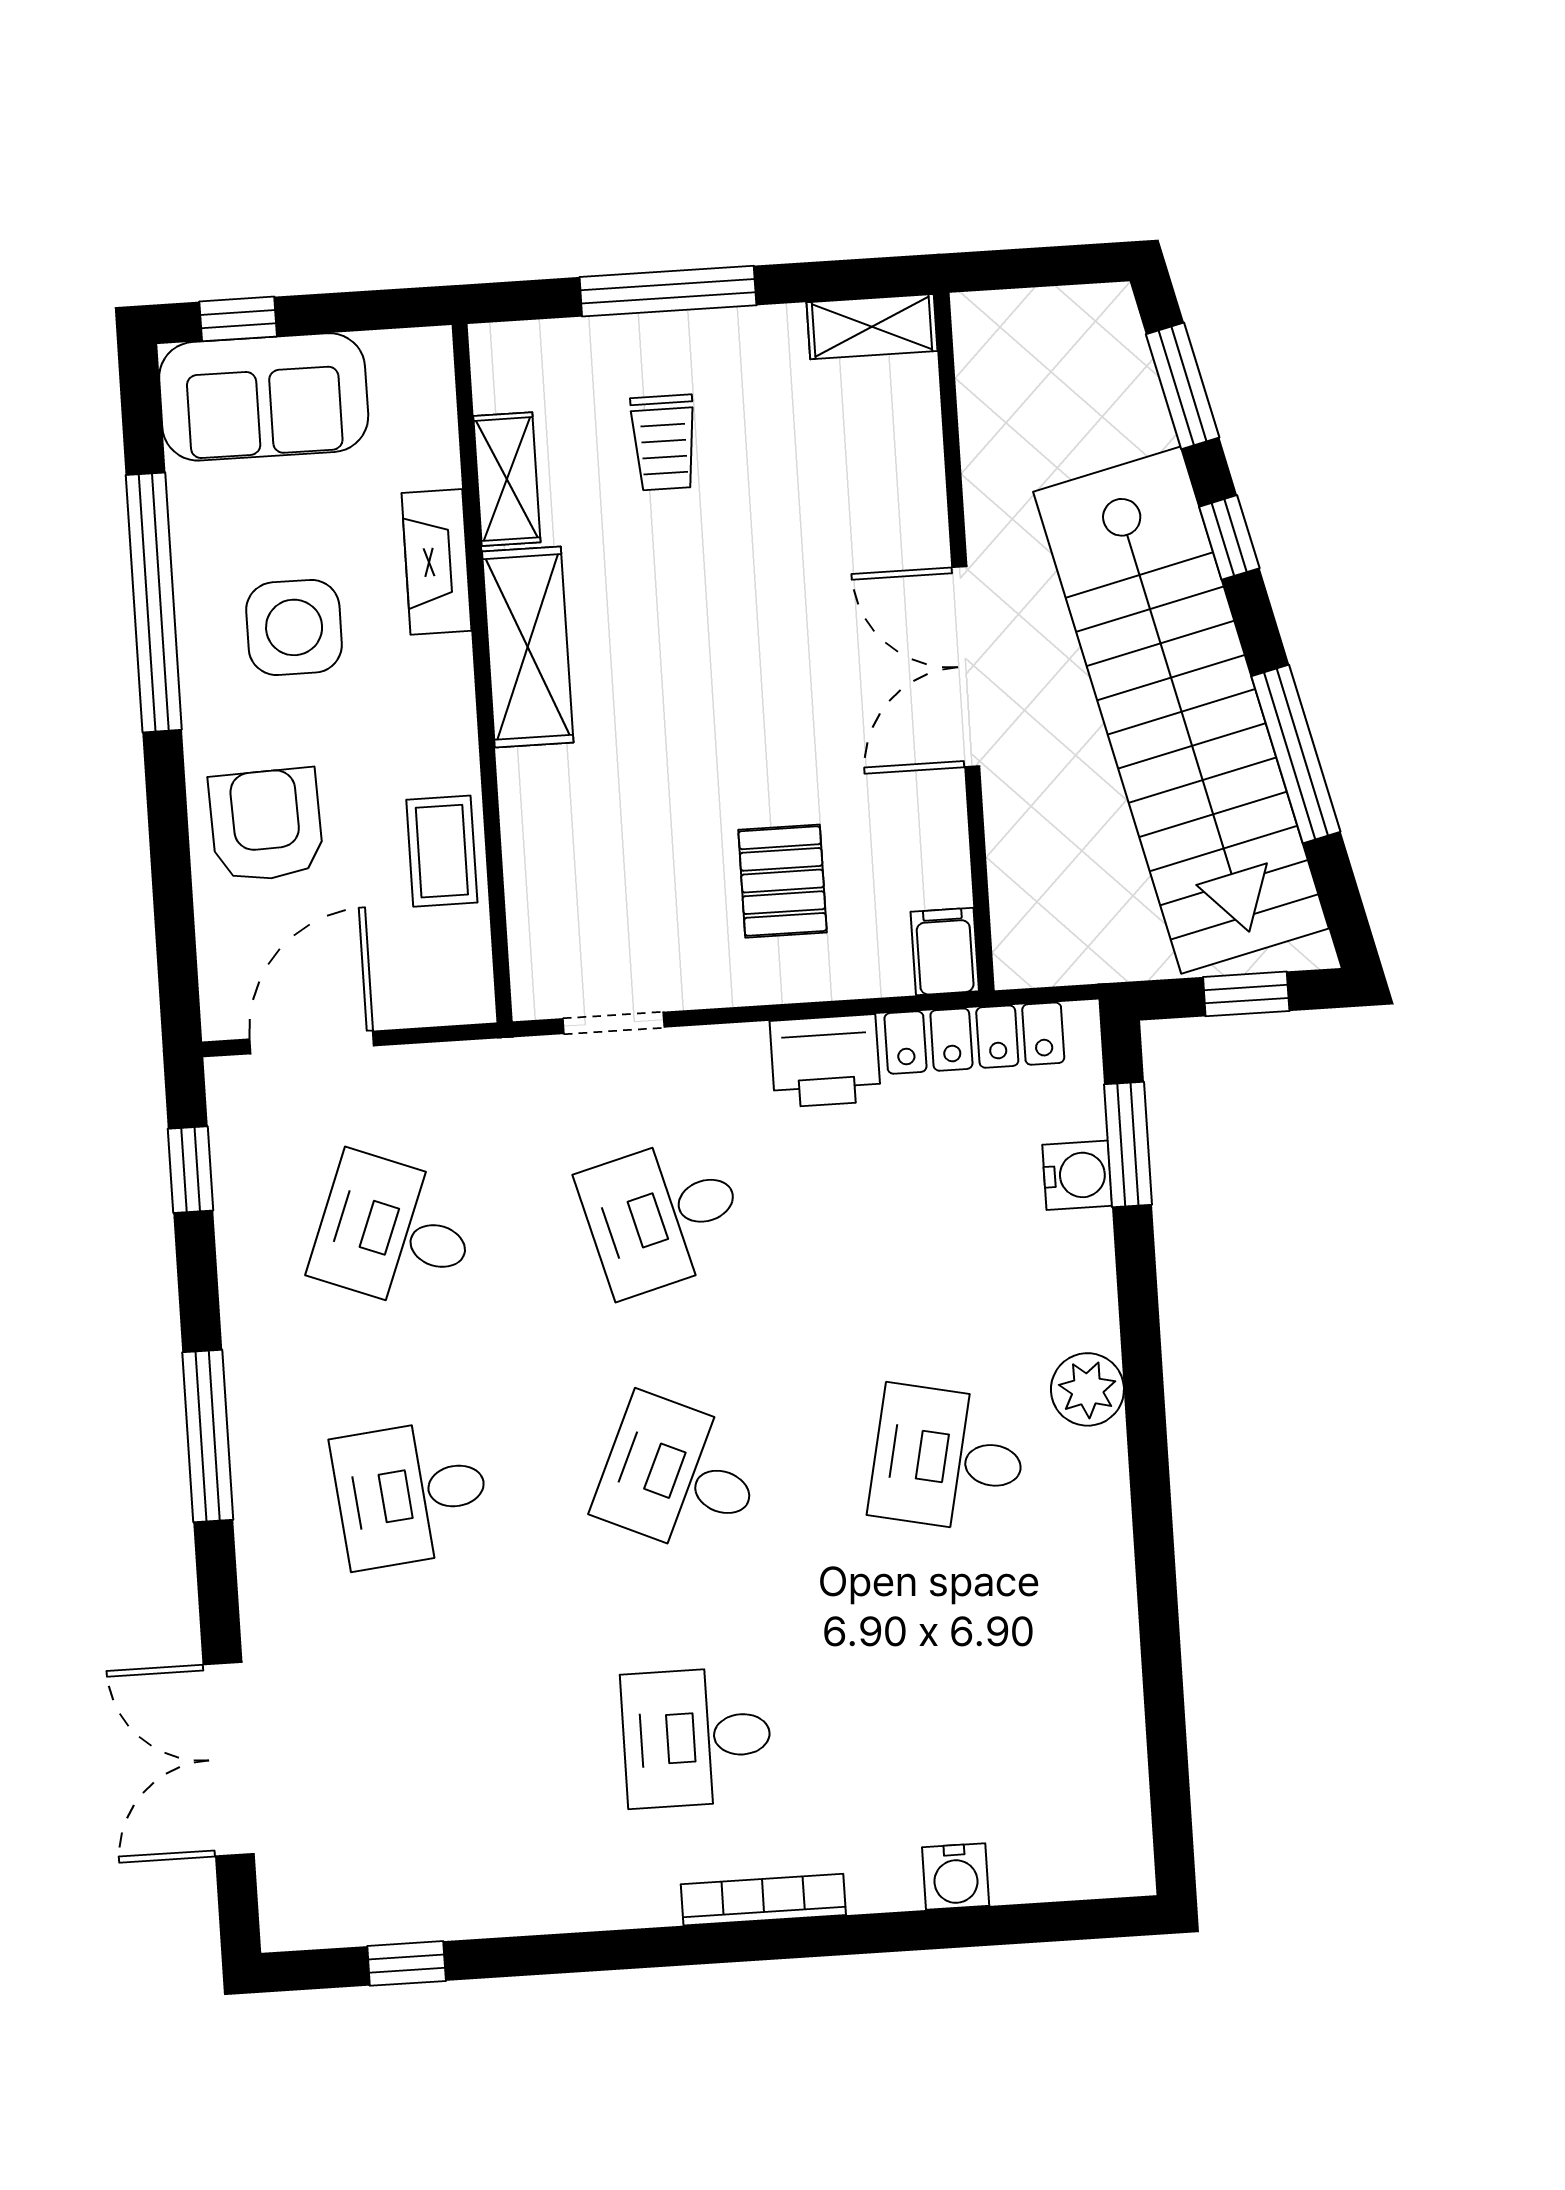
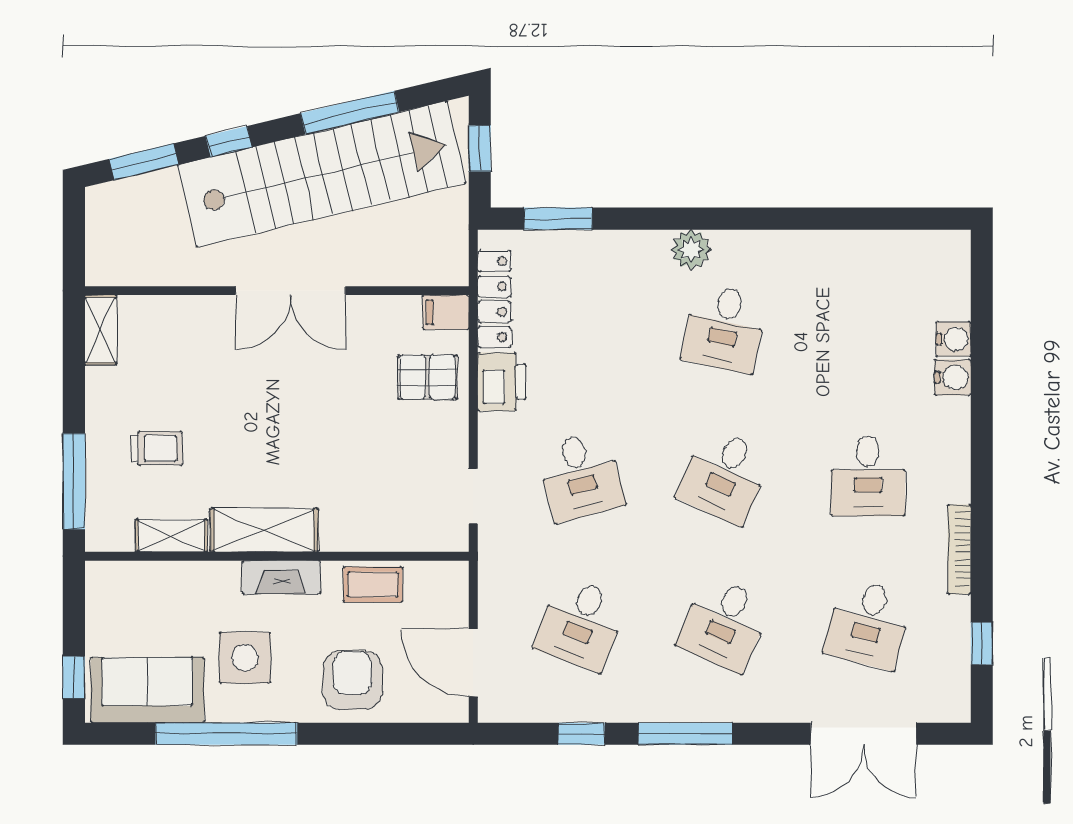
window: (668, 291) -> (74, 481), moved
sofa: (264, 397) -> (147, 690), moved, turned -90
fireplace: (436, 562) -> (281, 577), moved
armchair: (266, 825) -> (352, 680), turned 92
pallet: (783, 881) -> (427, 377), moved
window: (191, 1170) -> (581, 734), moved
water cooler: (1077, 1175) -> (953, 377), moved, turned 90
desk: (412, 1494) -> (724, 624), turned 30
desk: (428, 1755) -> (868, 624), added
bookcase: (763, 1900) -> (959, 549), moved

